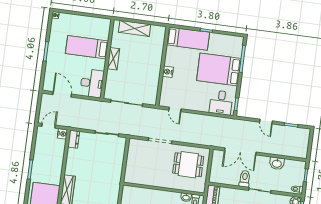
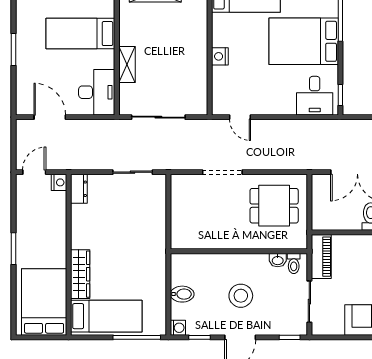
shelving: (113, 59) -> (127, 64), moved

